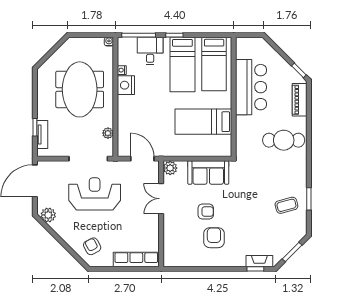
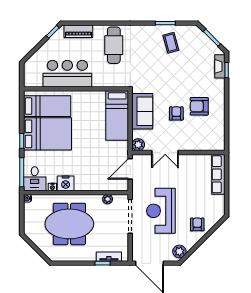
desk: (150, 51) -> (35, 179), moved, turned -90
bed: (182, 64) -> (48, 134), width x1.50
bed: (203, 122) -> (117, 116), moved
armchair: (92, 246) -> (197, 224), moved, turned 118

